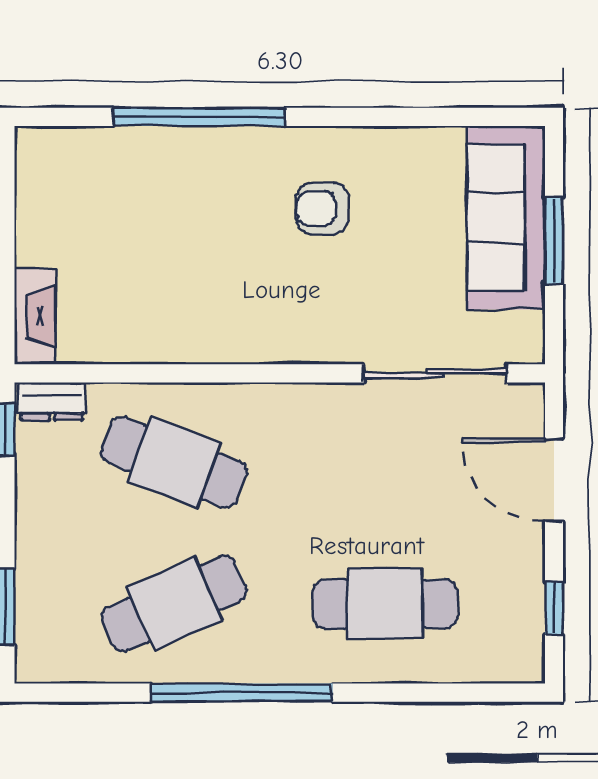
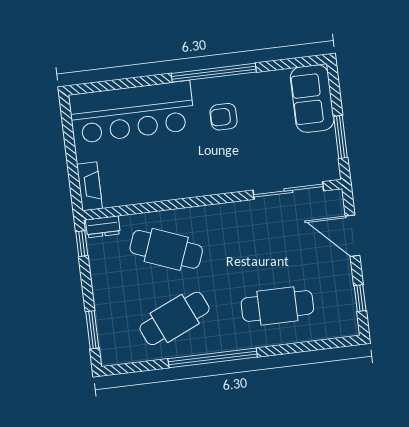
window: (199, 117) -> (214, 73), moved
bar counter: (139, 177) -> (132, 112), added
sofa: (506, 218) -> (312, 99), width x0.73
window: (554, 241) -> (341, 137), moved

